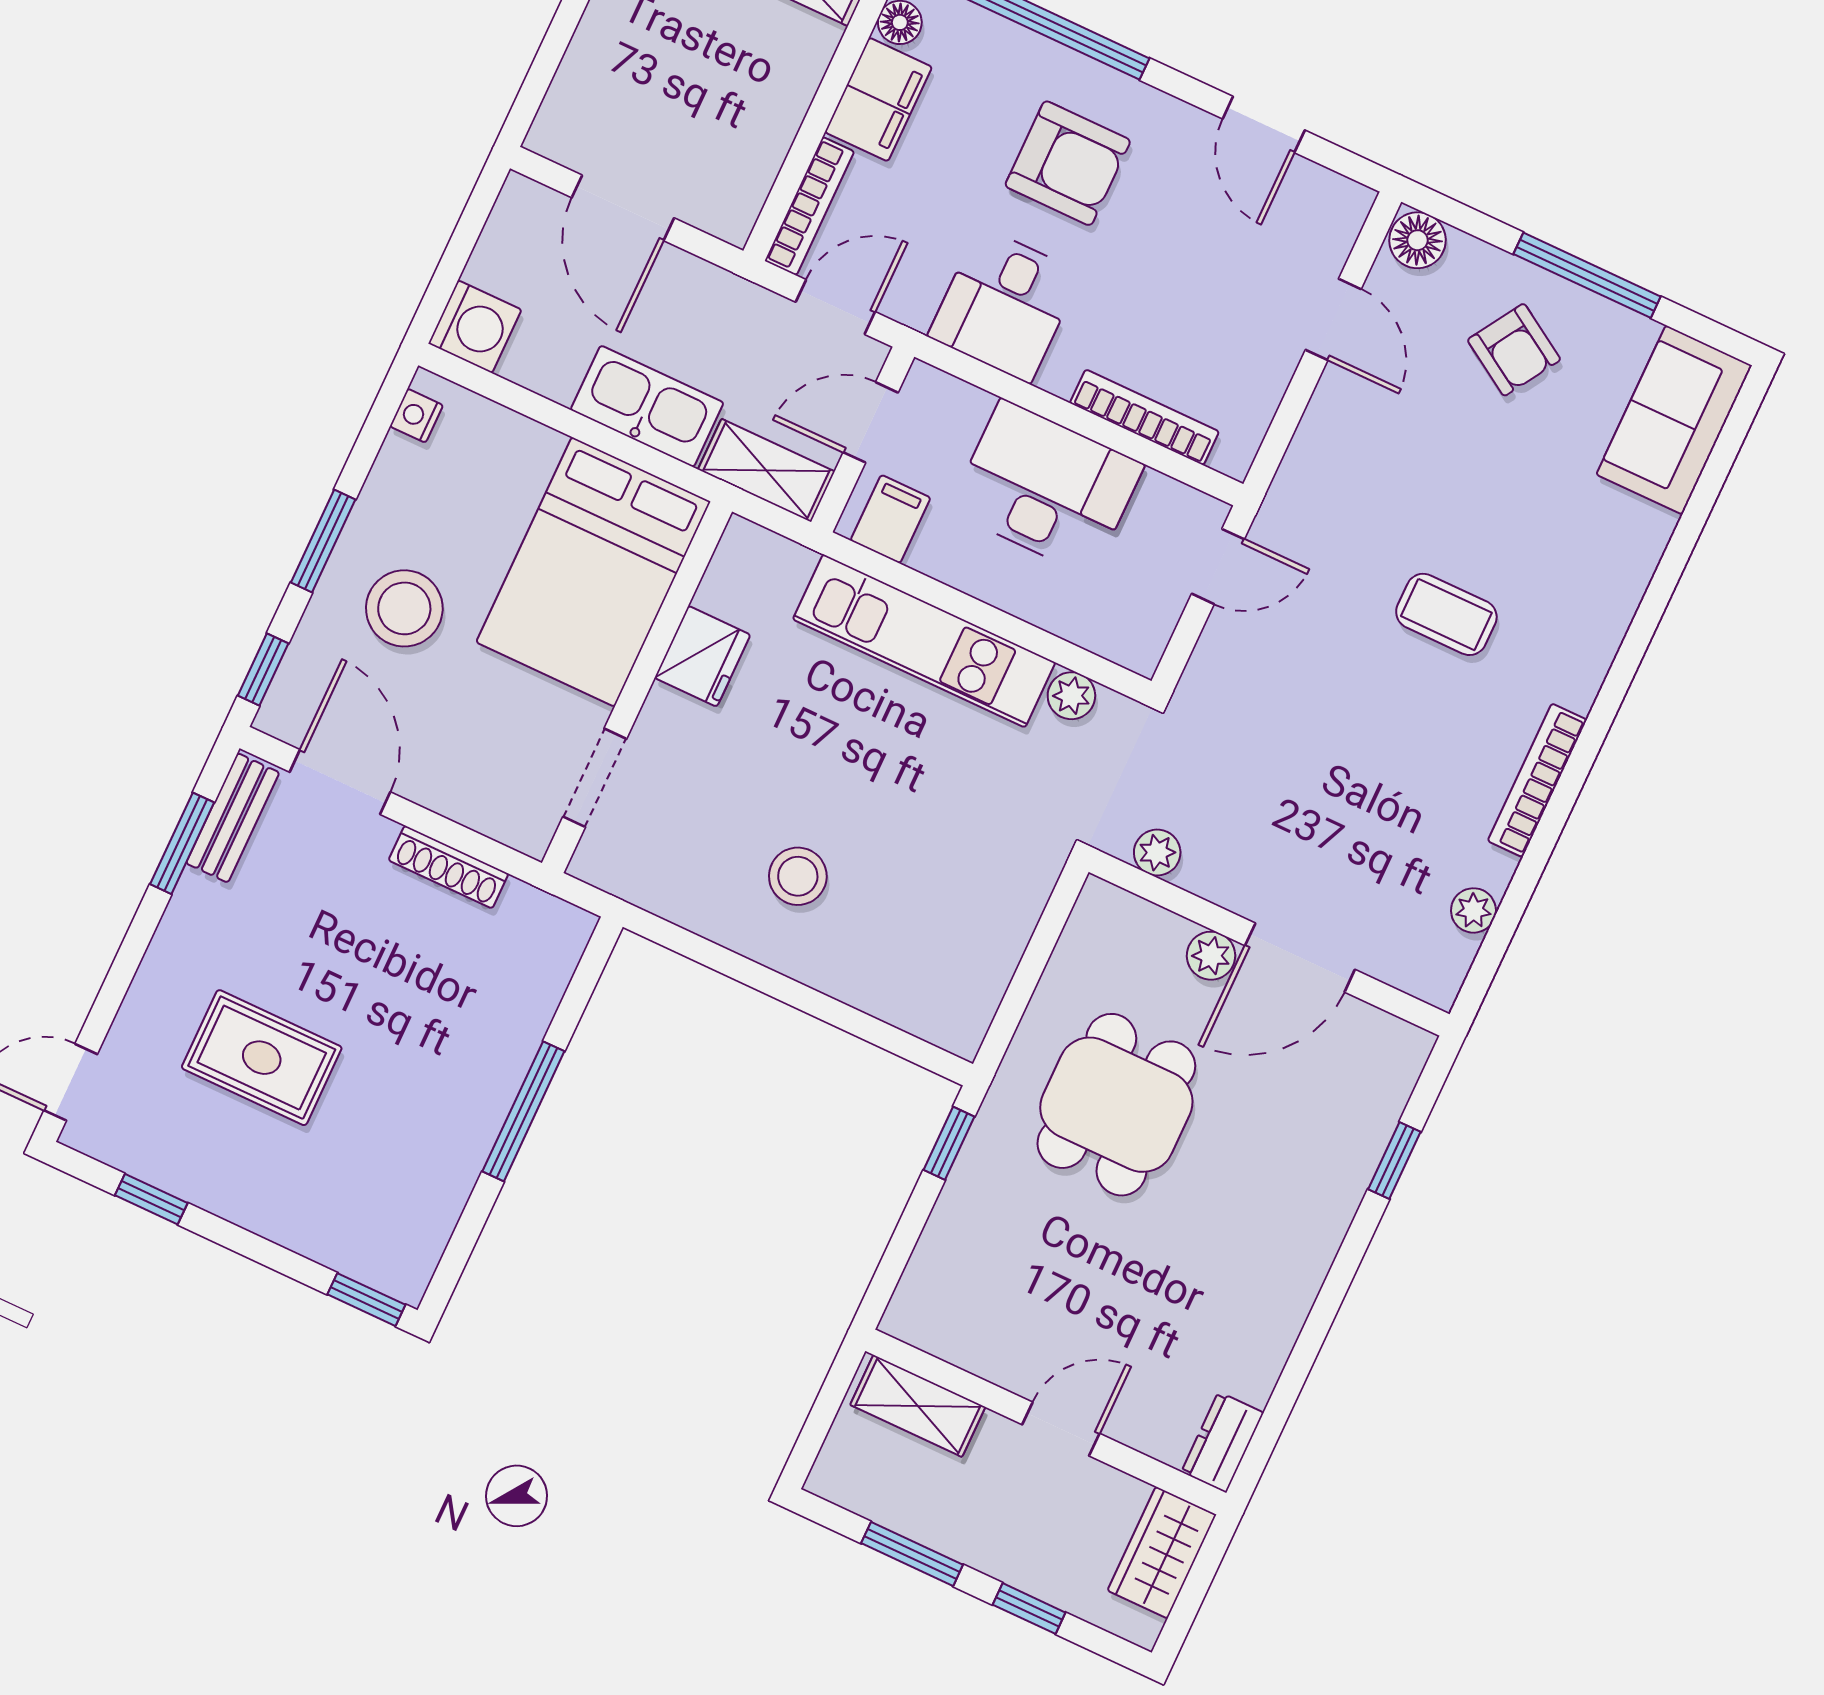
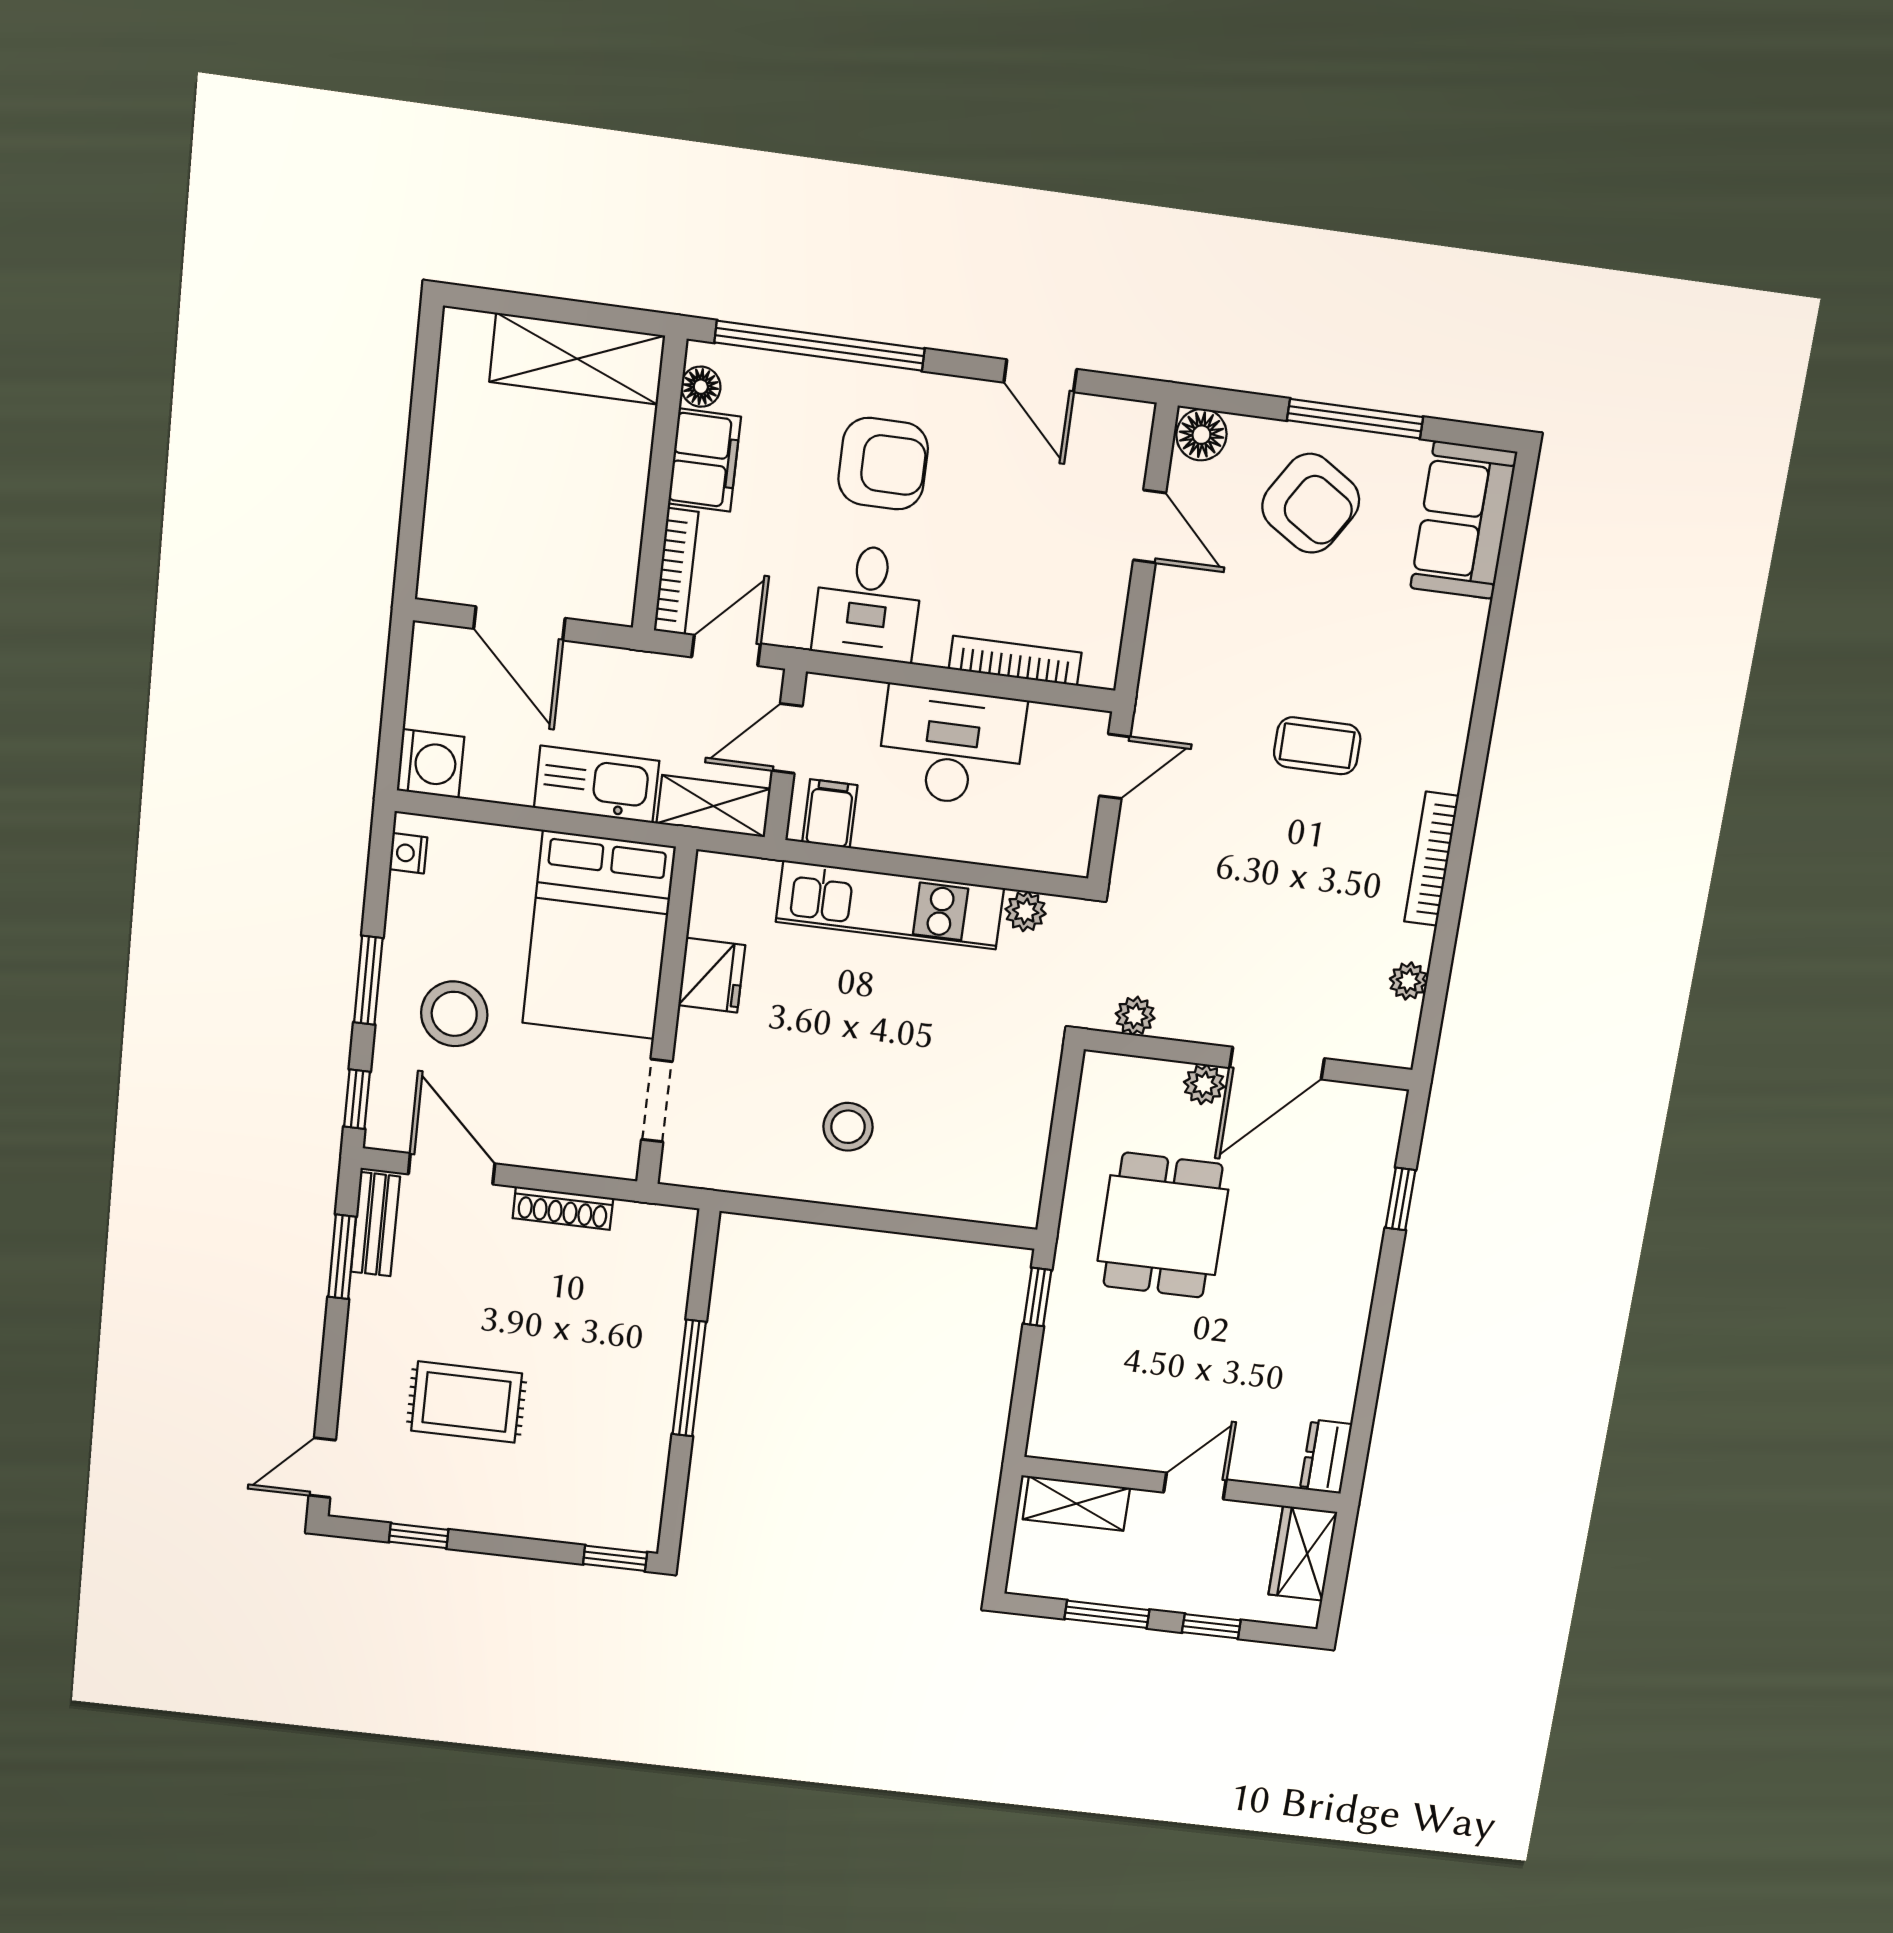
armchair: (1514, 350) -> (1311, 503), width x1.38, depth x1.38

